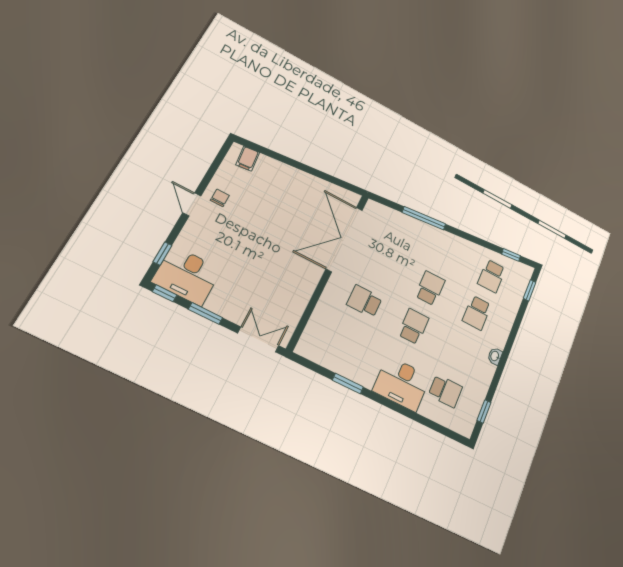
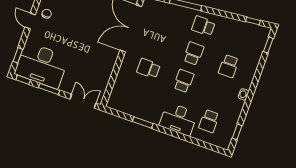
desk: (187, 275) -> (42, 65), width x1.36, depth x1.30
school desk: (492, 276) -> (203, 26), moved, turned 90
school desk: (445, 391) -> (209, 121), turned 90

